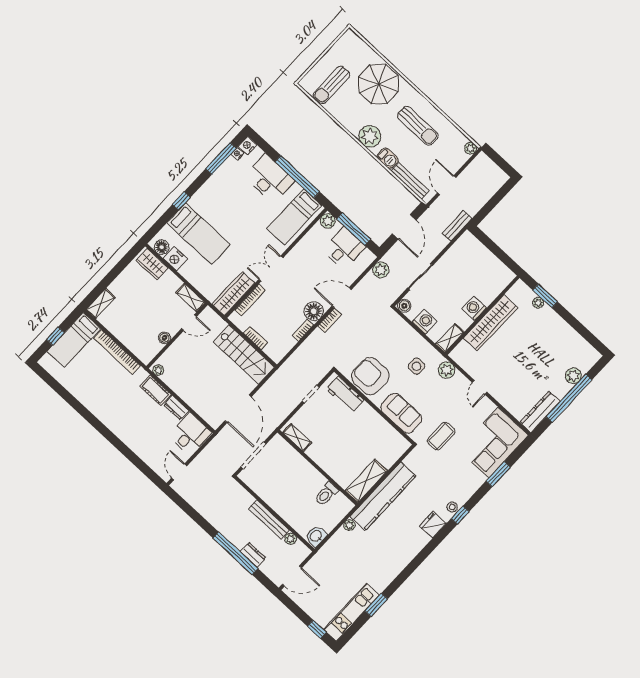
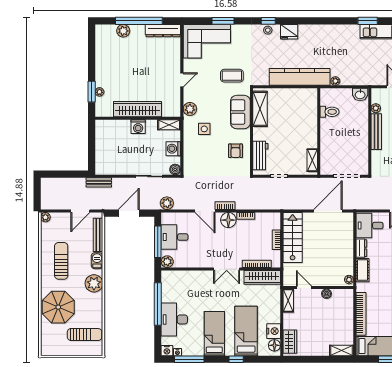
bed: (294, 217) -> (214, 334), moved, turned -90
armchair: (370, 376) -> (236, 151), width x0.53, depth x0.53
shelving: (366, 481) -> (260, 109), moved, turned 90

